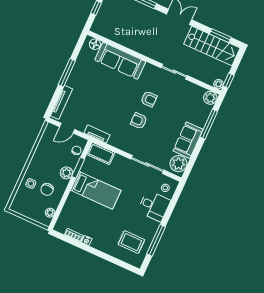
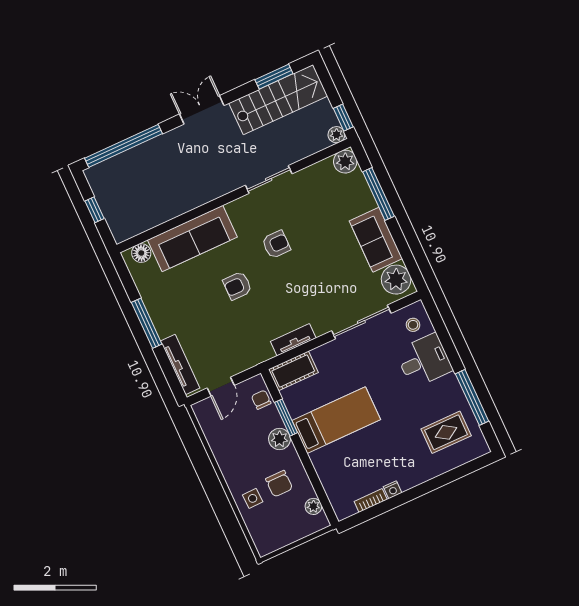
armchair: (139, 121) -> (237, 286), moved
tv unit: (97, 134) -> (293, 340), moved

